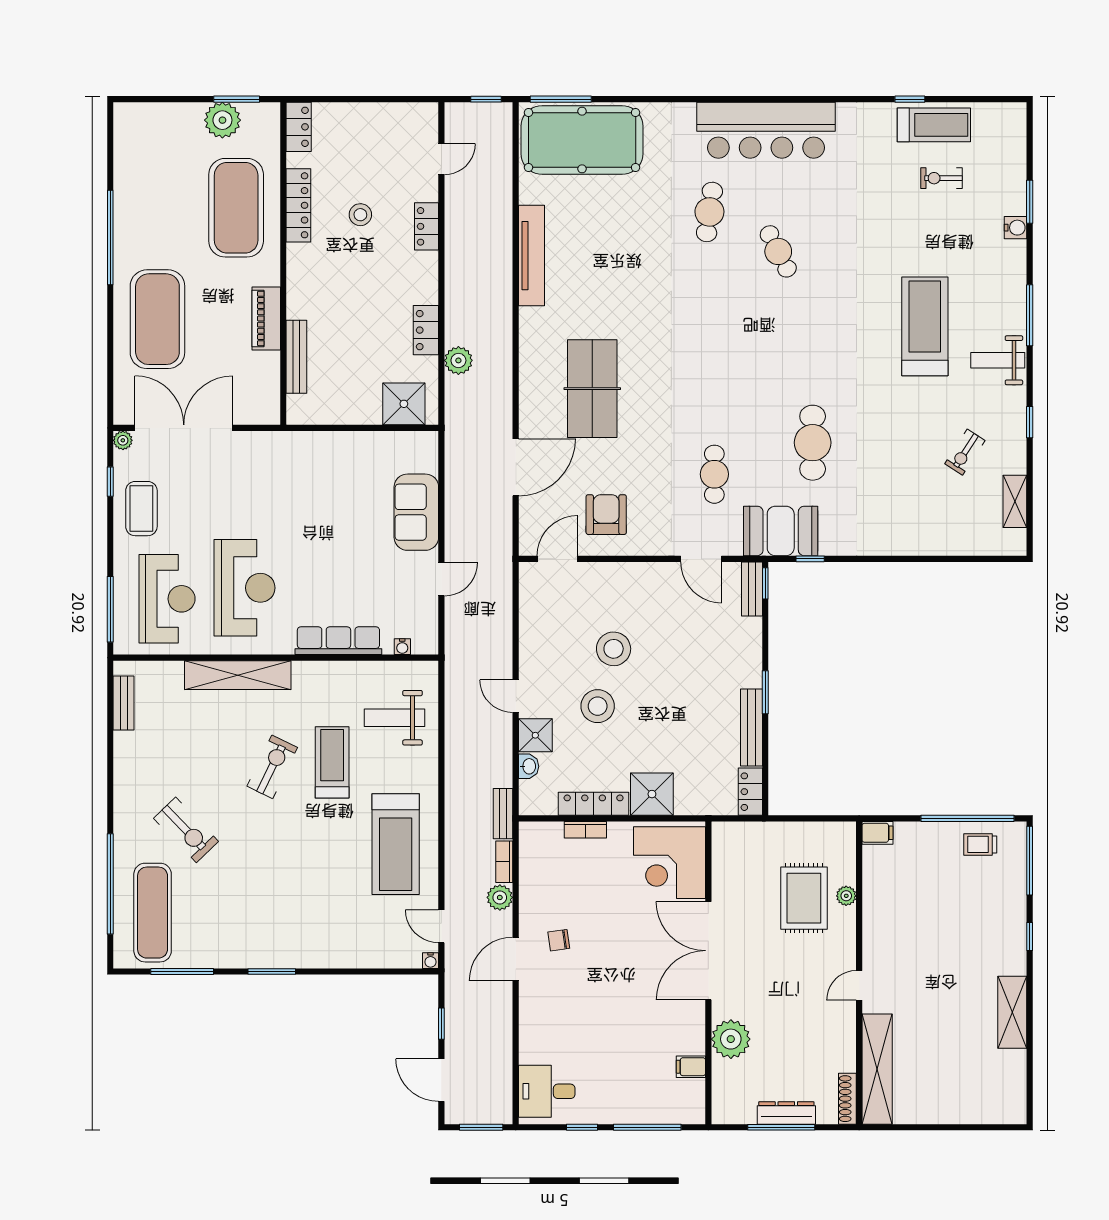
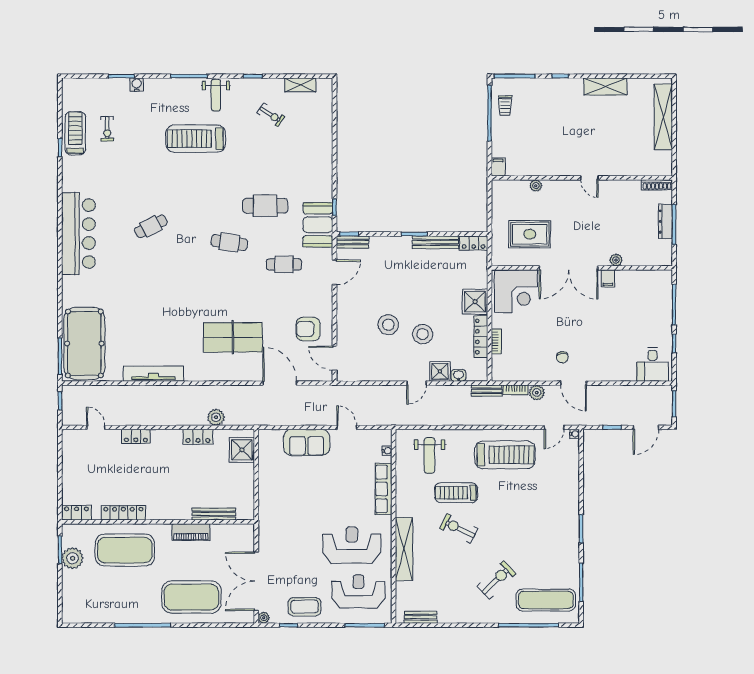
cafe table: (709, 212) -> (229, 243), moved
stool: (360, 215) -> (129, 476), removed
rug: (804, 898) -> (530, 234), moved
plant: (731, 1039) -> (616, 260), width x0.53, depth x0.53
filing cabinet: (691, 1067) -> (608, 278), moved
shelving: (877, 1069) -> (663, 117), moved, turned 90

